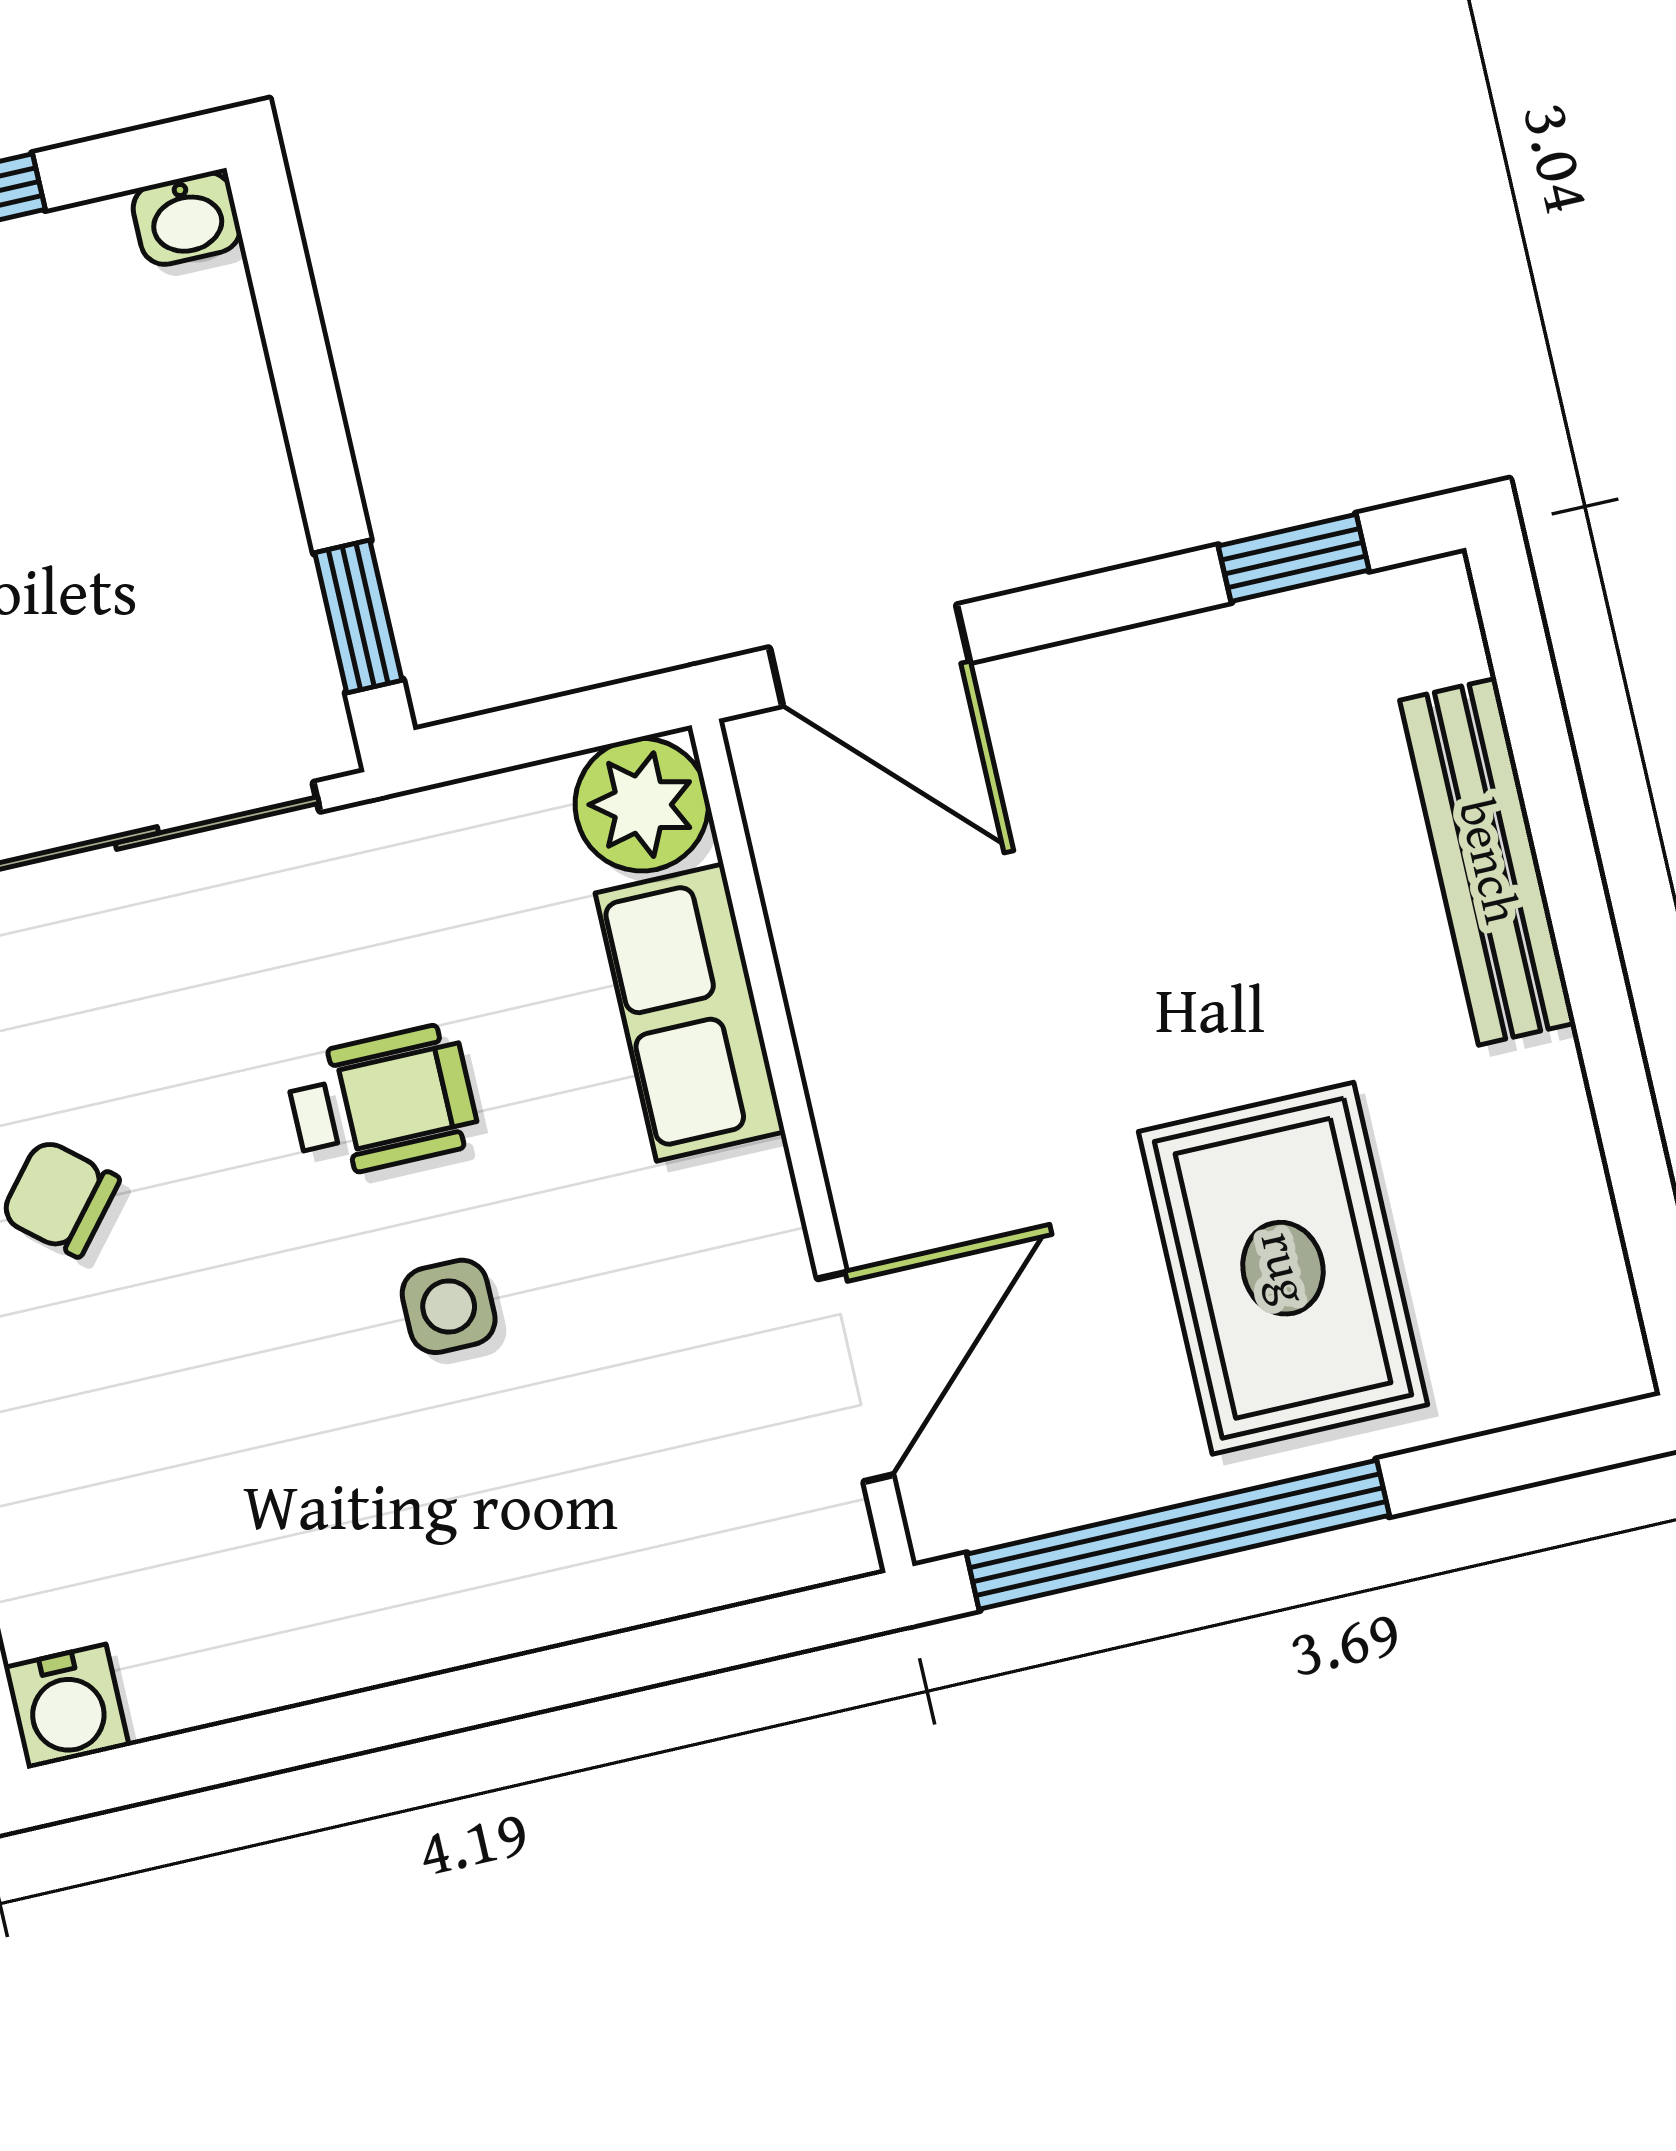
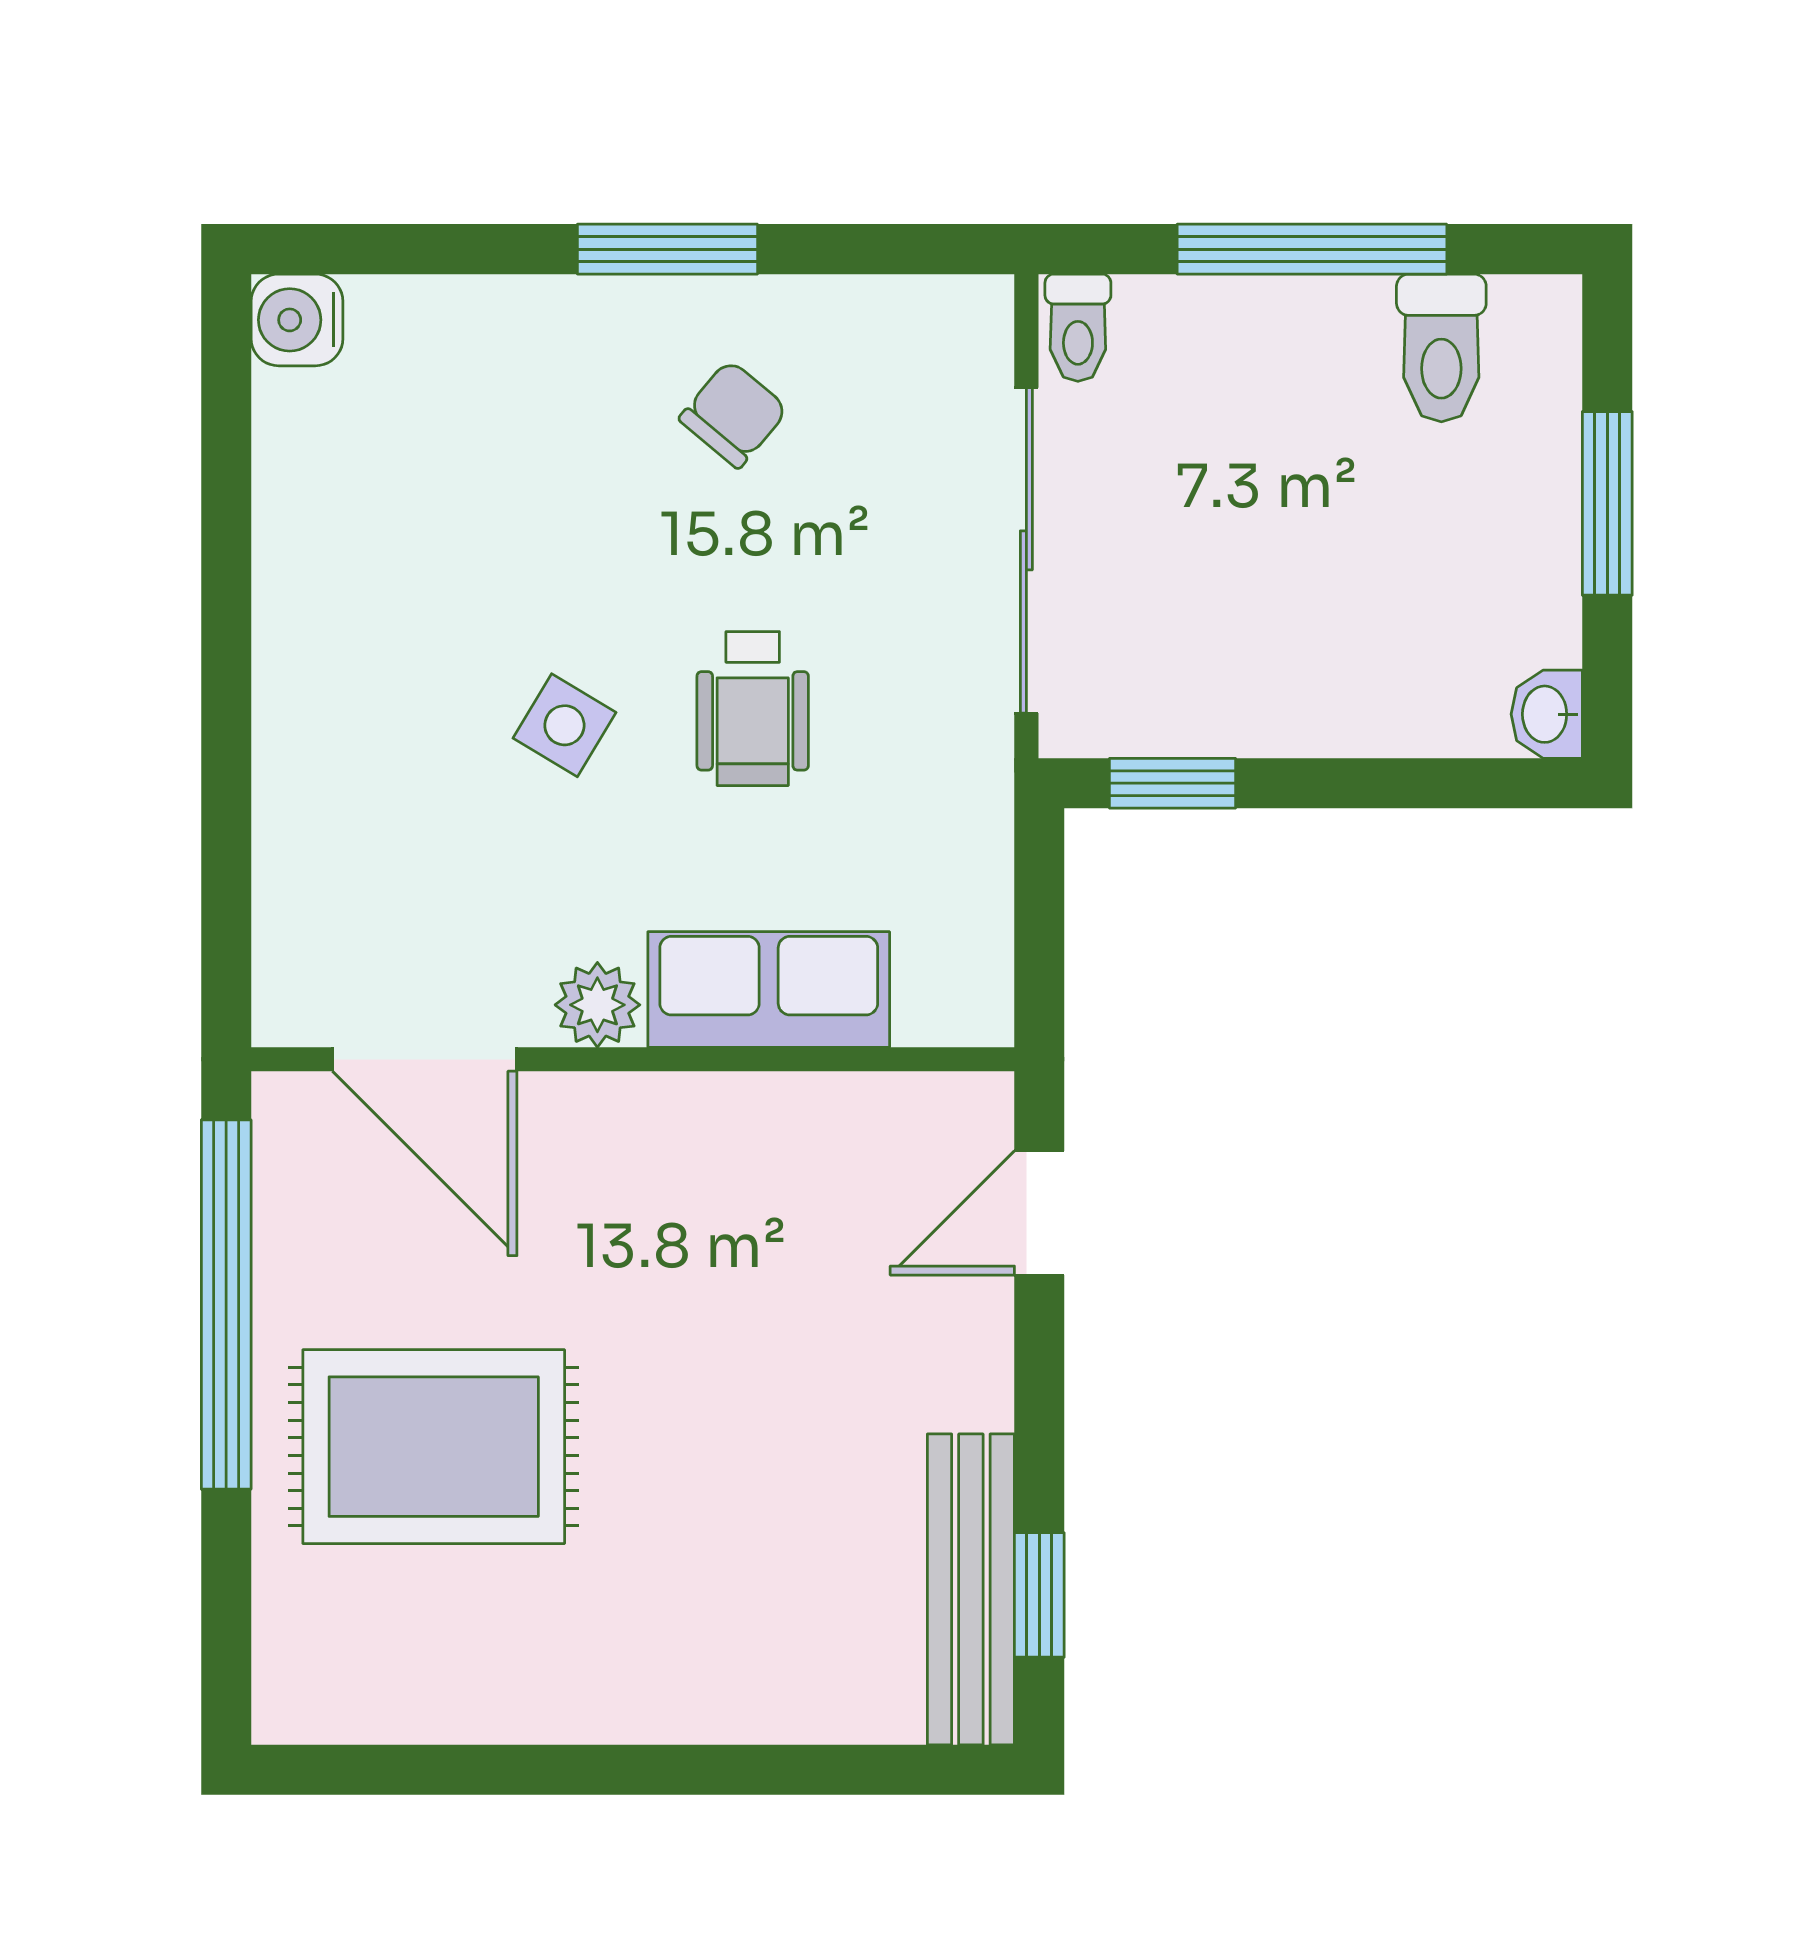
door: (869, 655) -> (1039, 1213), width x0.73
plant: (642, 805) -> (597, 1005), moved, width x0.73, depth x0.73
bench: (1487, 862) -> (971, 1589), moved, turned 90
side table: (449, 1306) -> (564, 725), turned 31

